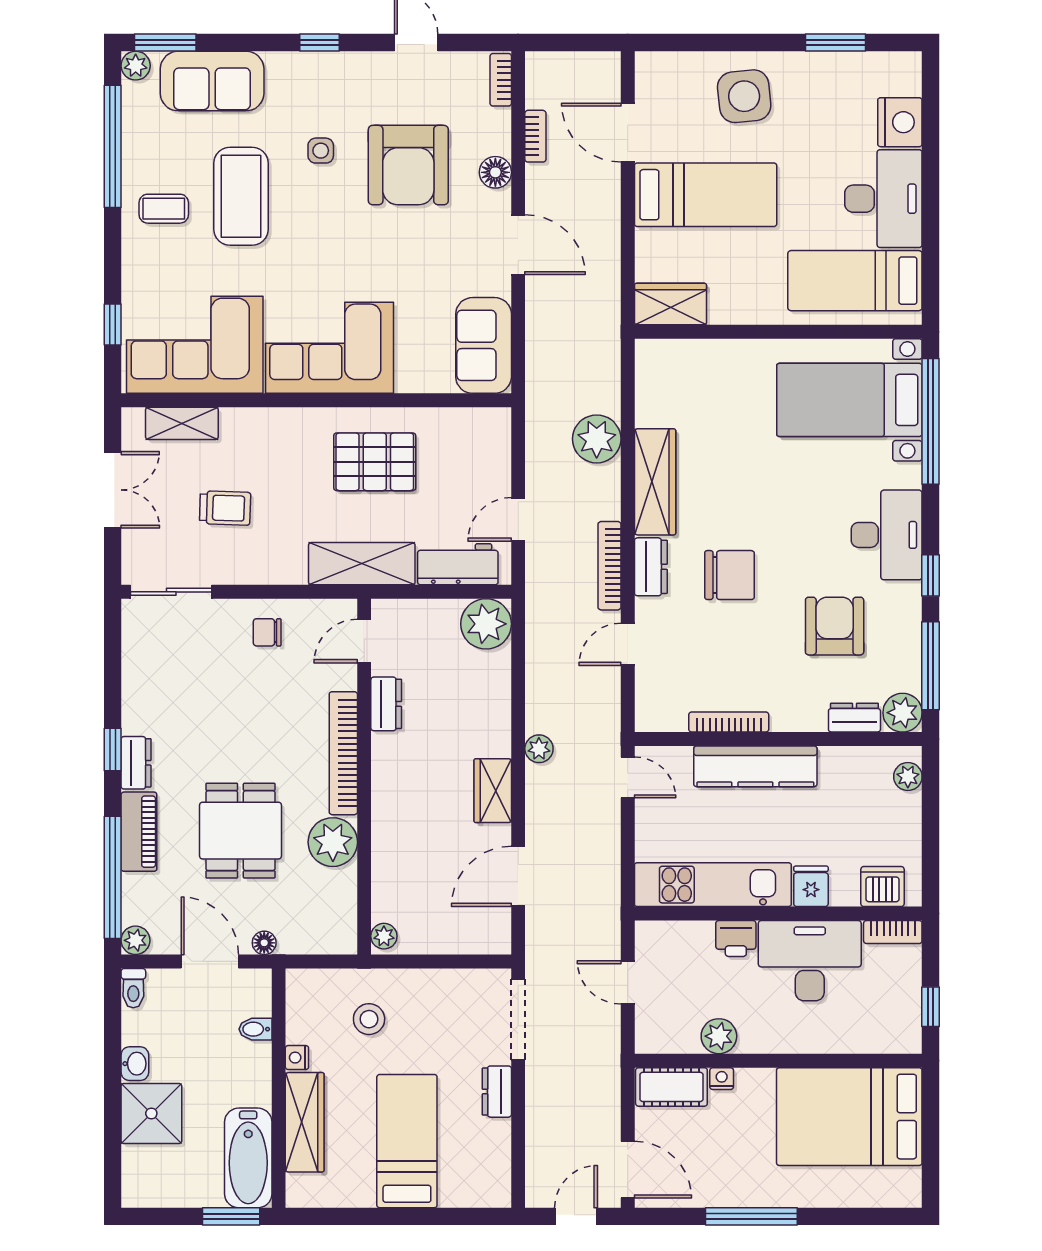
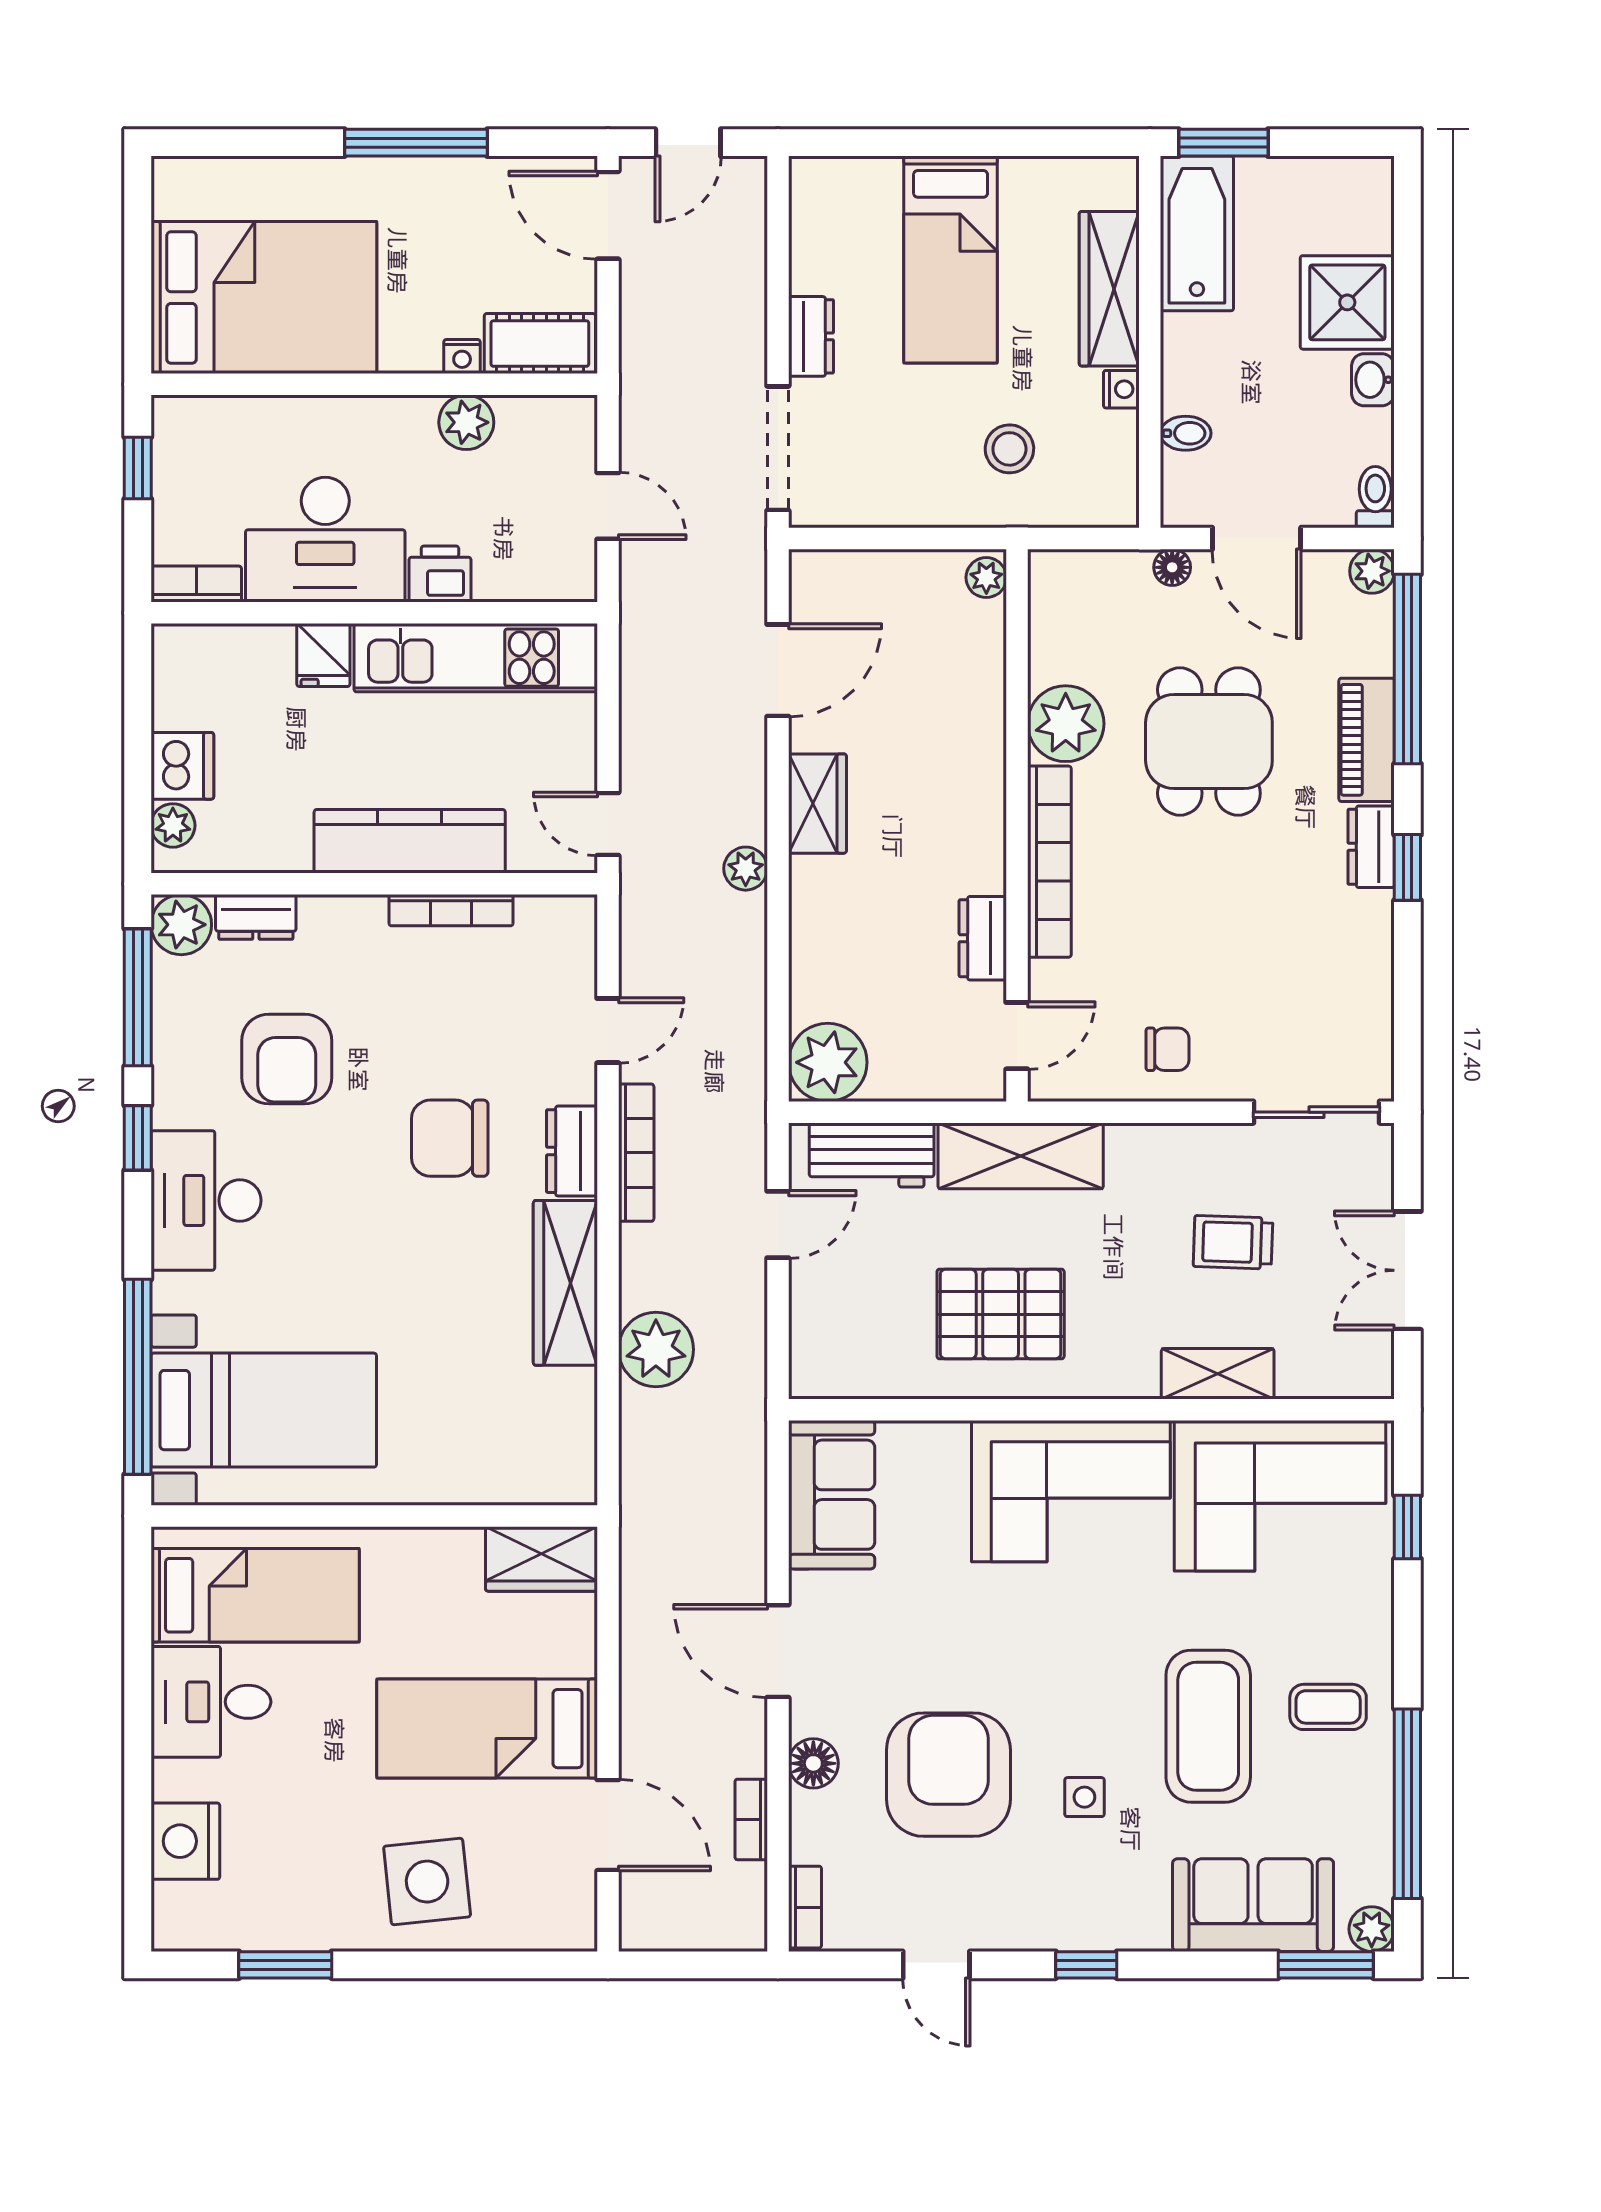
desk: (883, 199) -> (211, 1702), width x0.73
shelving: (182, 423) -> (1218, 1374), moved
dishwasher: (882, 887) -> (182, 766), moved, turned -90

